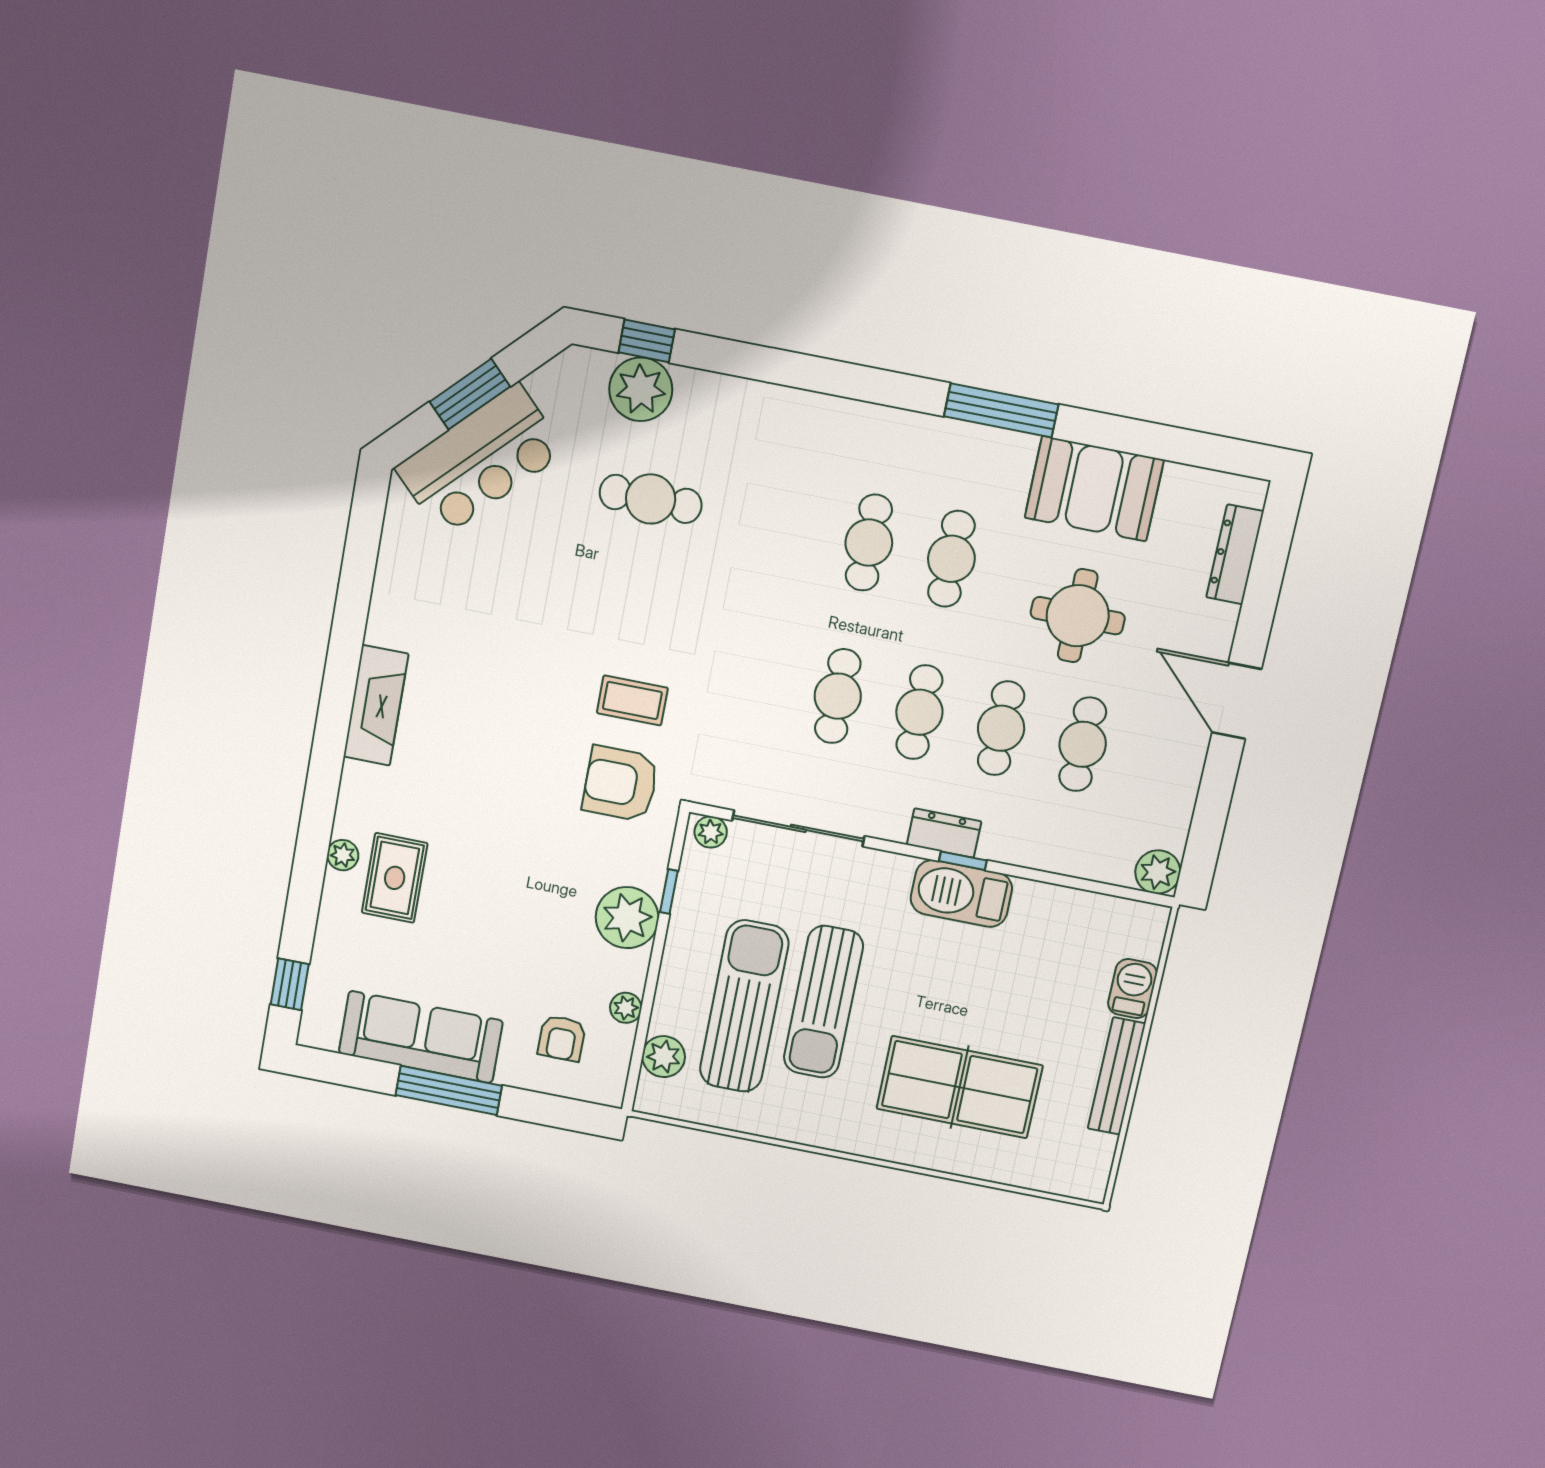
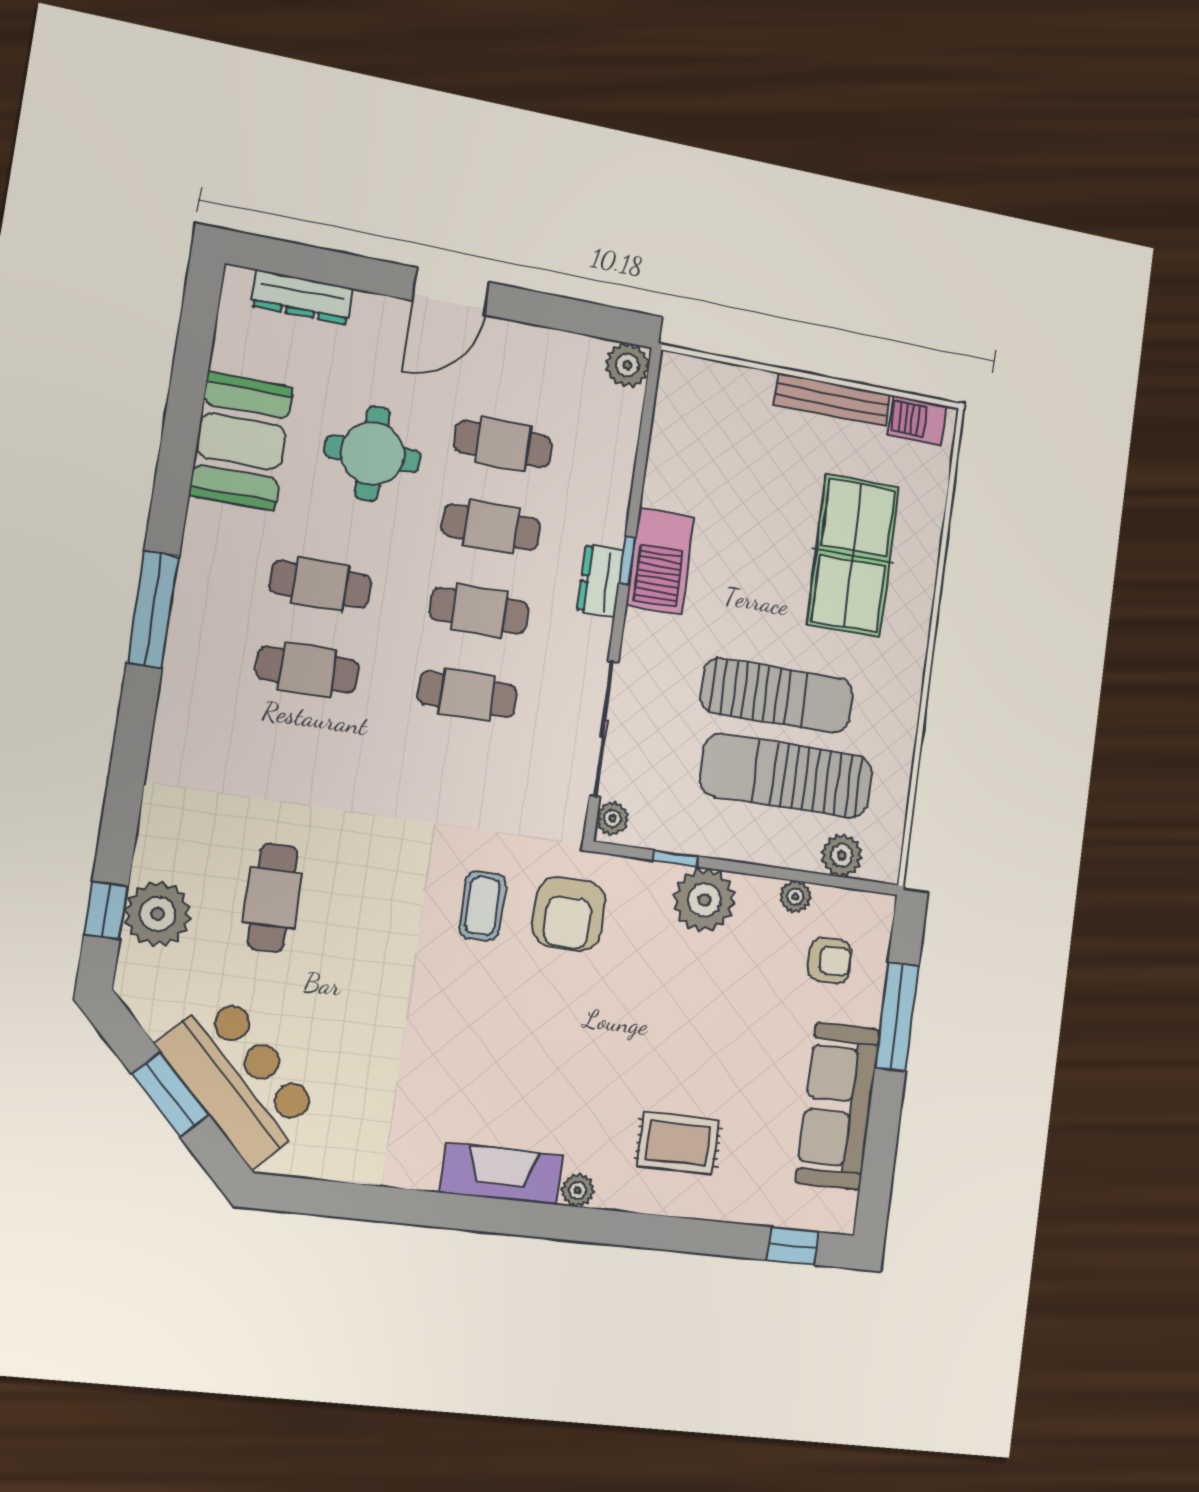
window: (1001, 410) -> (153, 609), moved
plant: (343, 855) -> (578, 1191), moved
barbecue: (1132, 989) -> (917, 420), moved
window: (449, 1090) -> (897, 1017), moved

